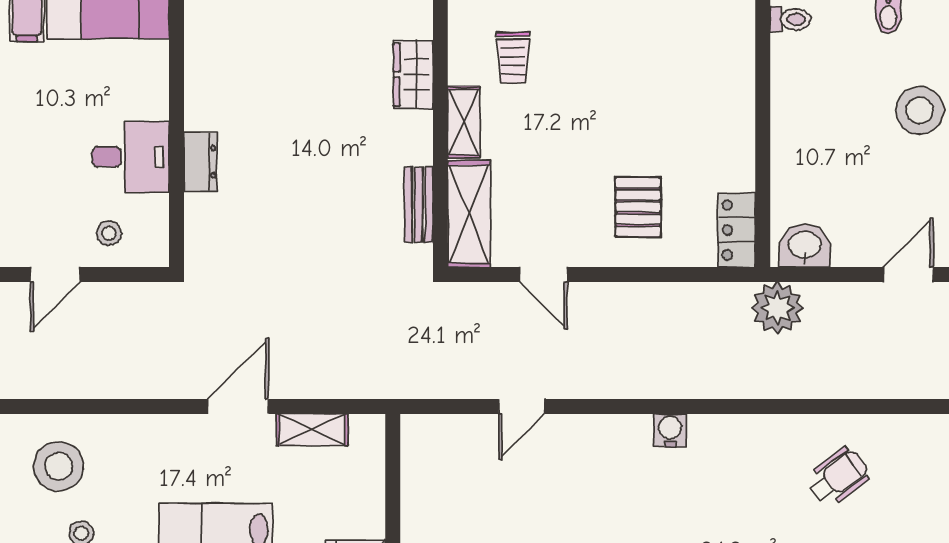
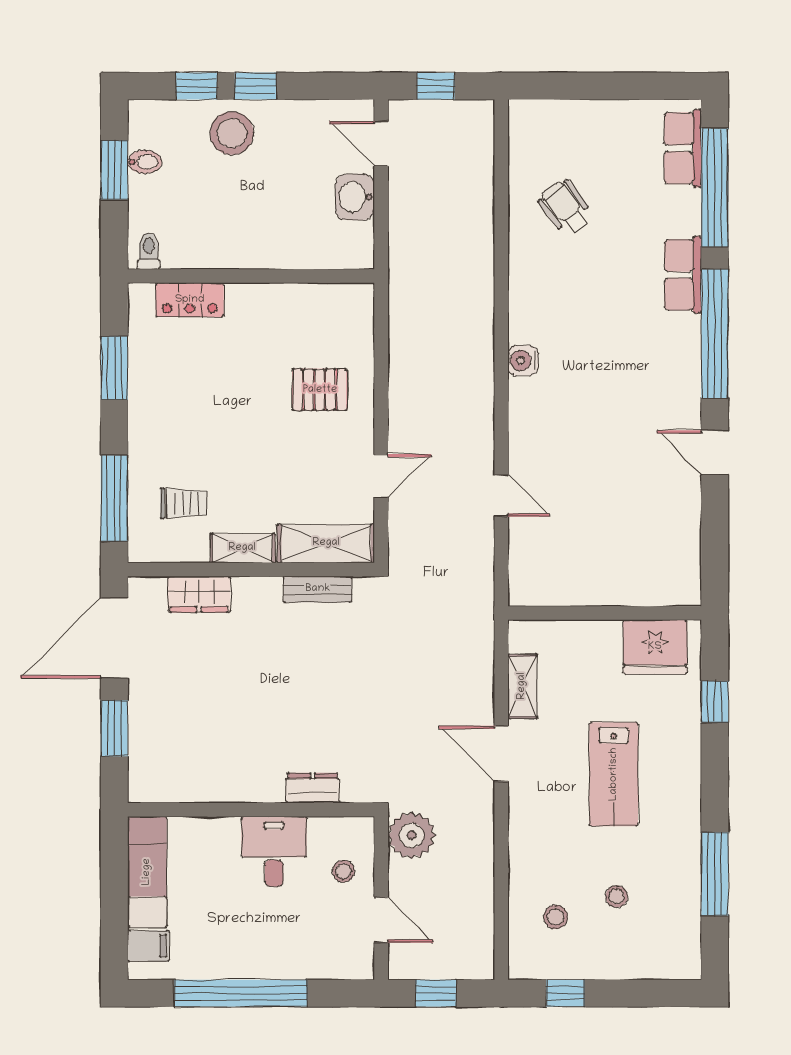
dresser: (200, 162) -> (313, 788), moved
locker: (737, 230) -> (190, 300), moved
washbasin: (805, 246) -> (355, 197), moved
plant: (777, 308) -> (412, 835), moved
stool: (59, 466) -> (556, 917), width x0.53, depth x0.53

